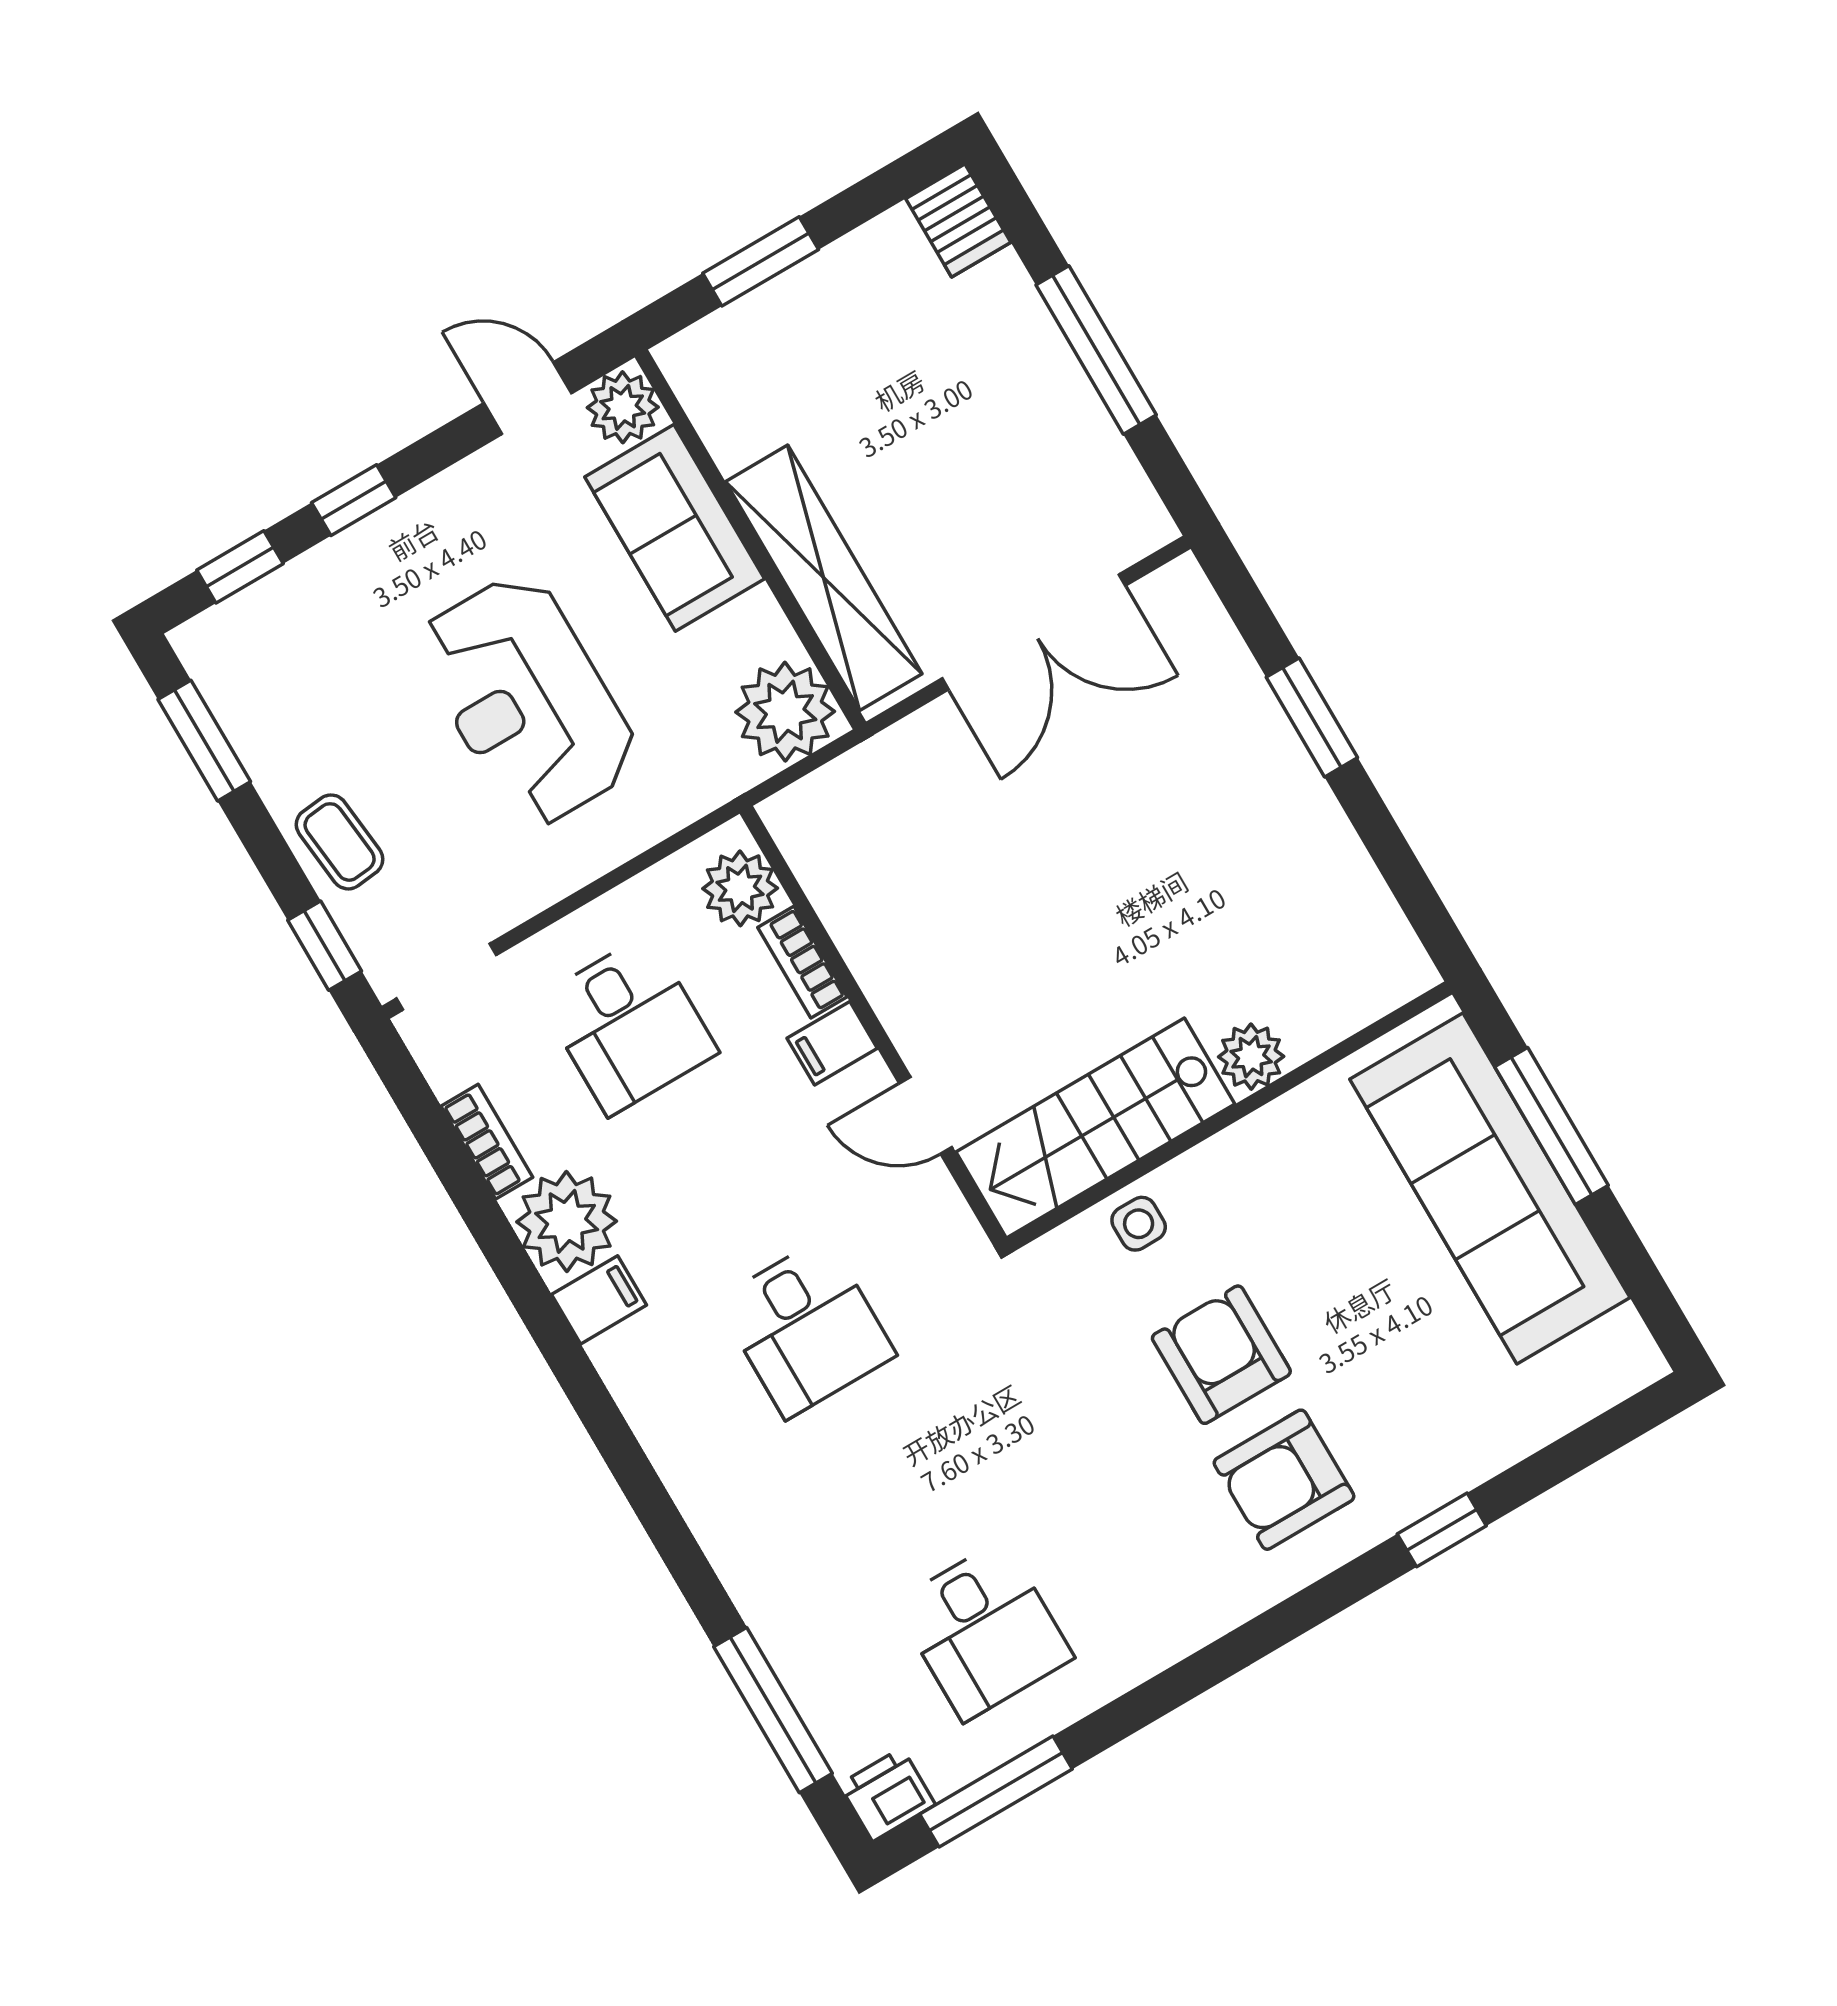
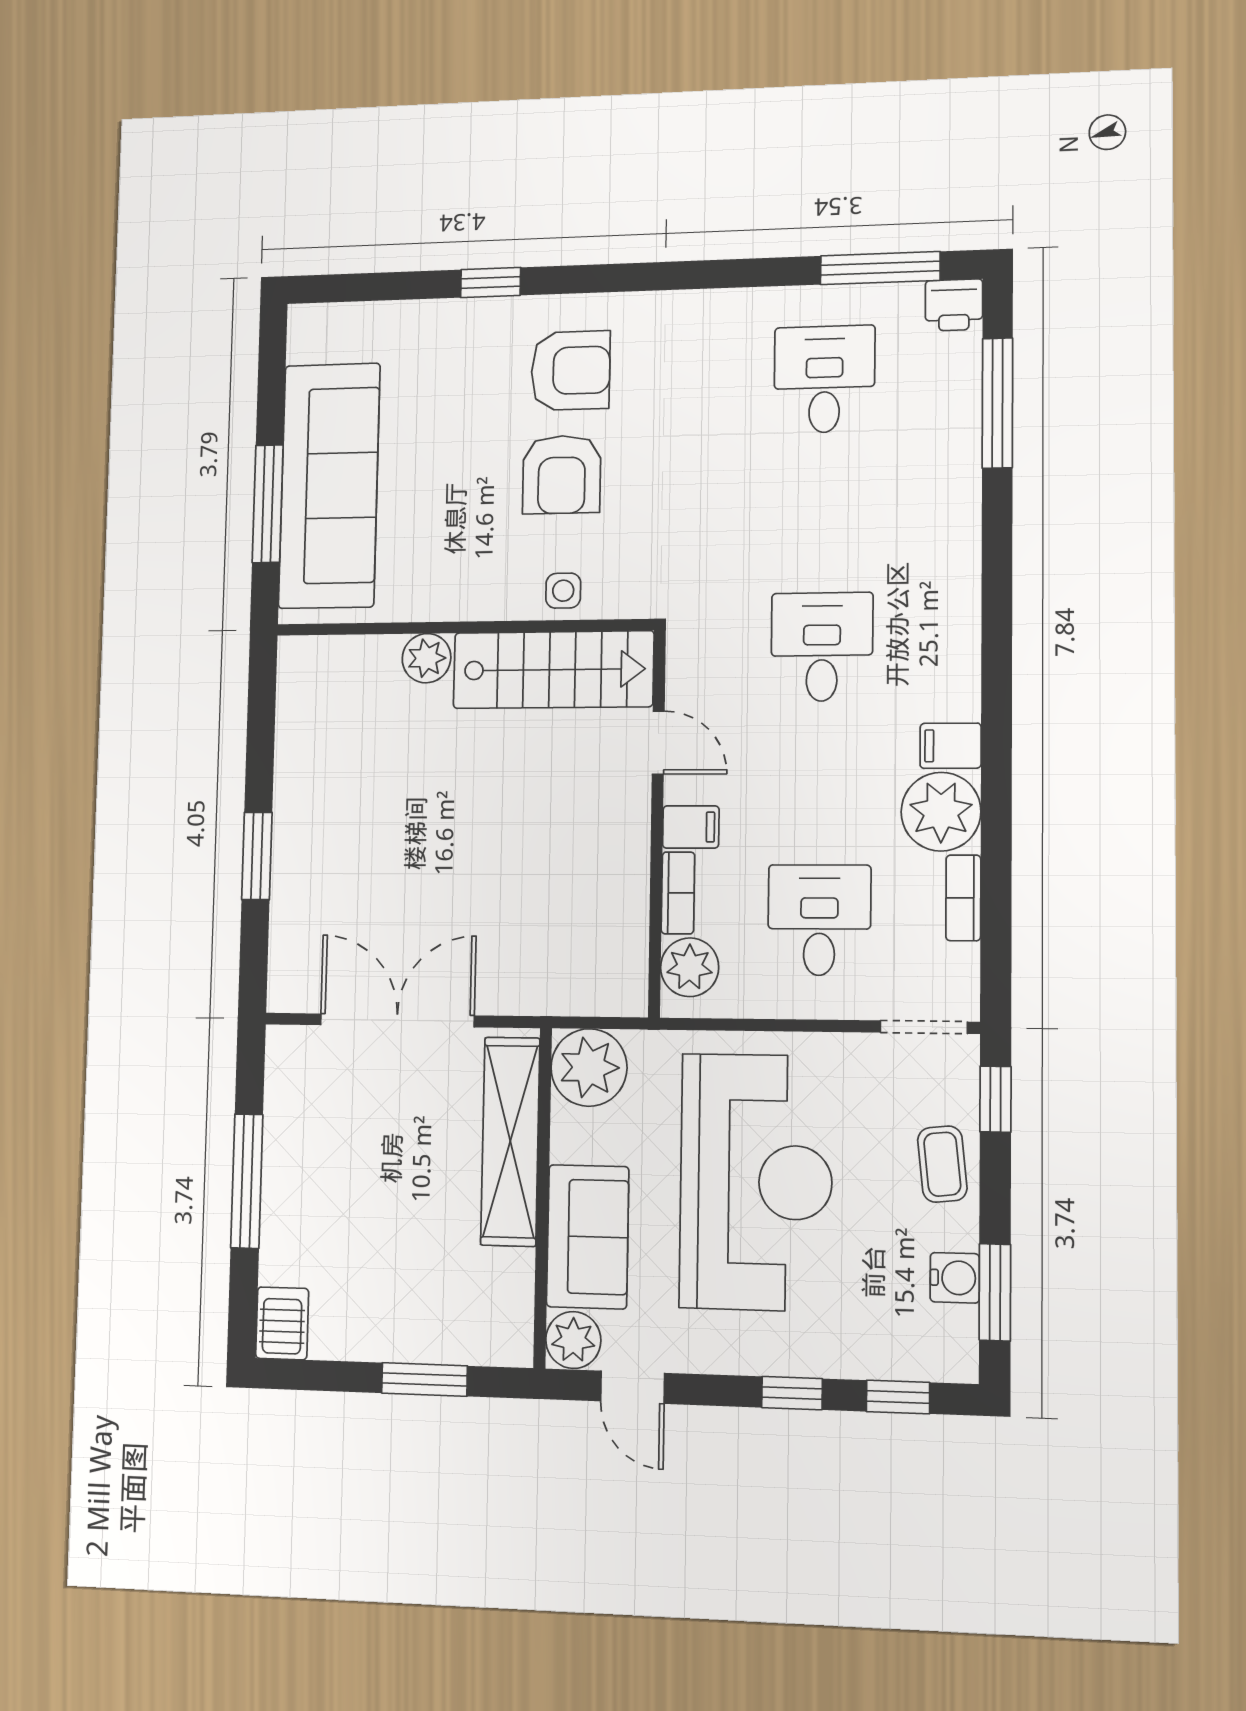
reception desk: (527, 700) -> (756, 1182), width x1.36, depth x1.30
water cooler: (255, 730) -> (955, 1278), added

